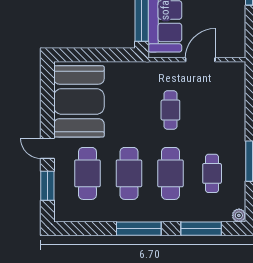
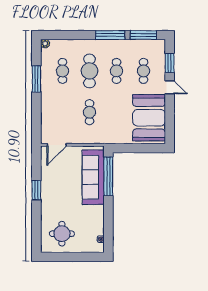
door: (200, 60) -> (57, 145), moved
cafe table: (87, 173) -> (144, 71), width x0.73, depth x0.74
cafe table: (129, 173) -> (116, 71), width x0.73, depth x0.74
window: (201, 229) -> (143, 35), moved

